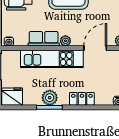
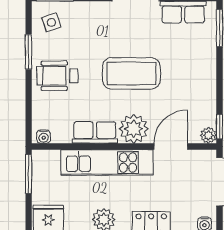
plant: (65, 41) -> (134, 129), width x1.88, depth x1.88

